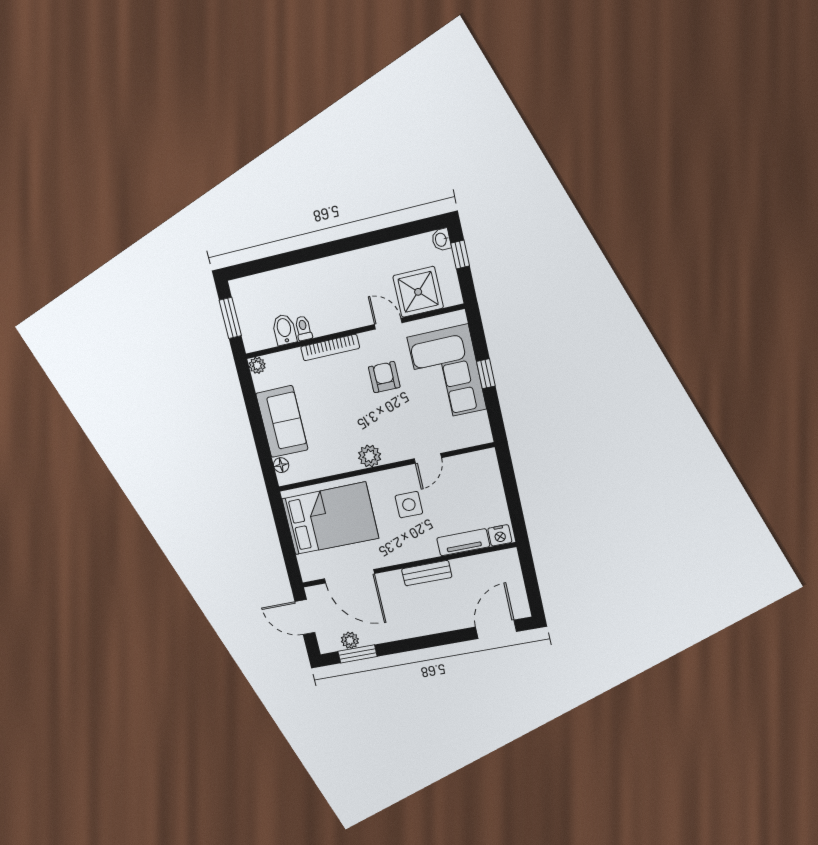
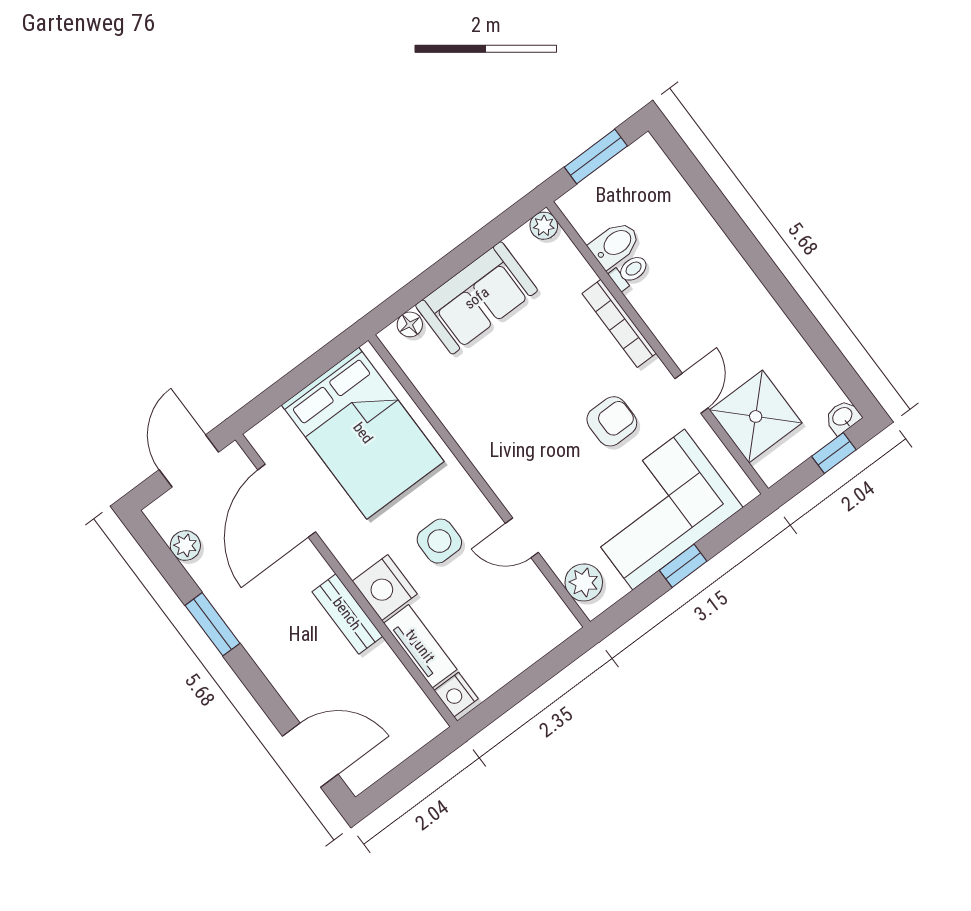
plant: (370, 456) -> (584, 582), moved
nightstand: (421, 546) -> (385, 588), added
window: (358, 654) -> (212, 624), moved

